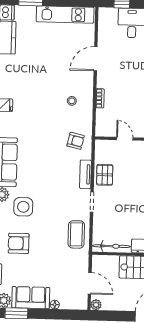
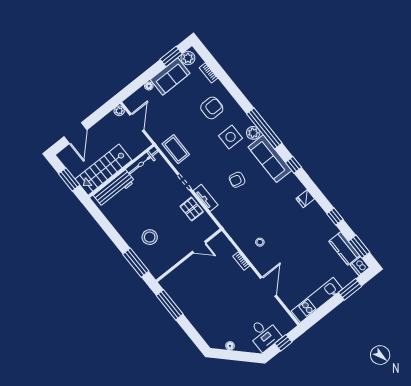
armchair: (76, 141) -> (237, 180), moved
door: (90, 283) -> (137, 122), swing flipped

